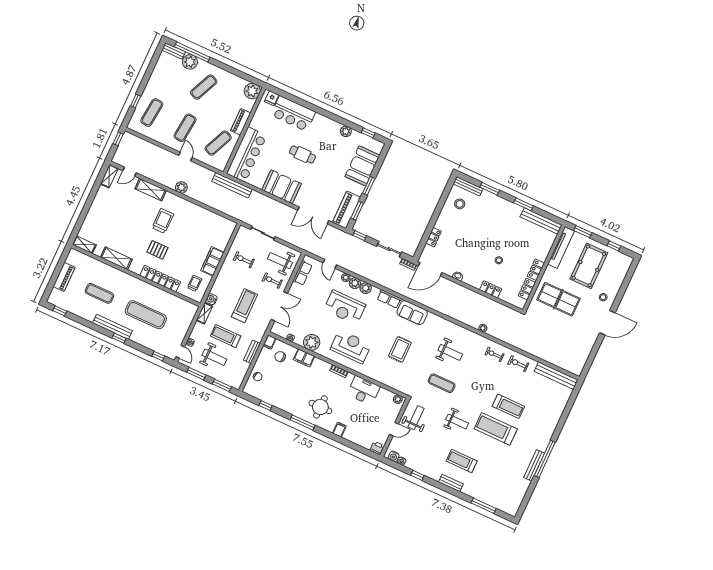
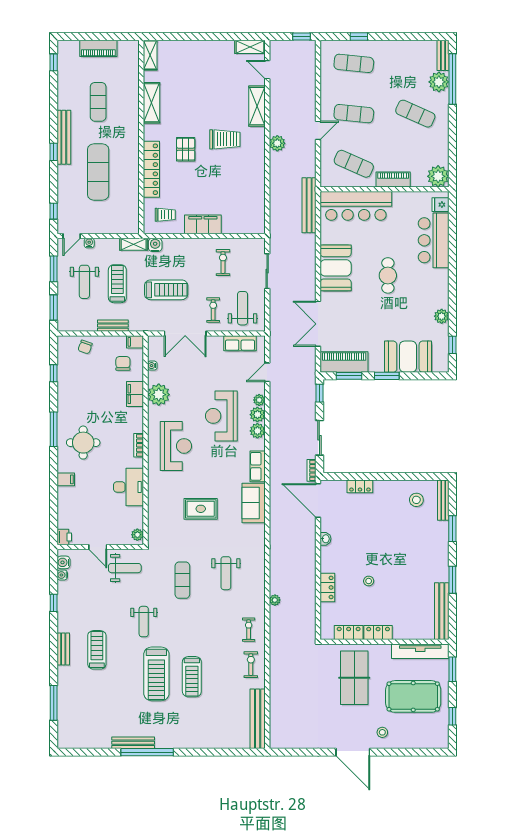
treadmill: (496, 429) -> (156, 674), turned 180

